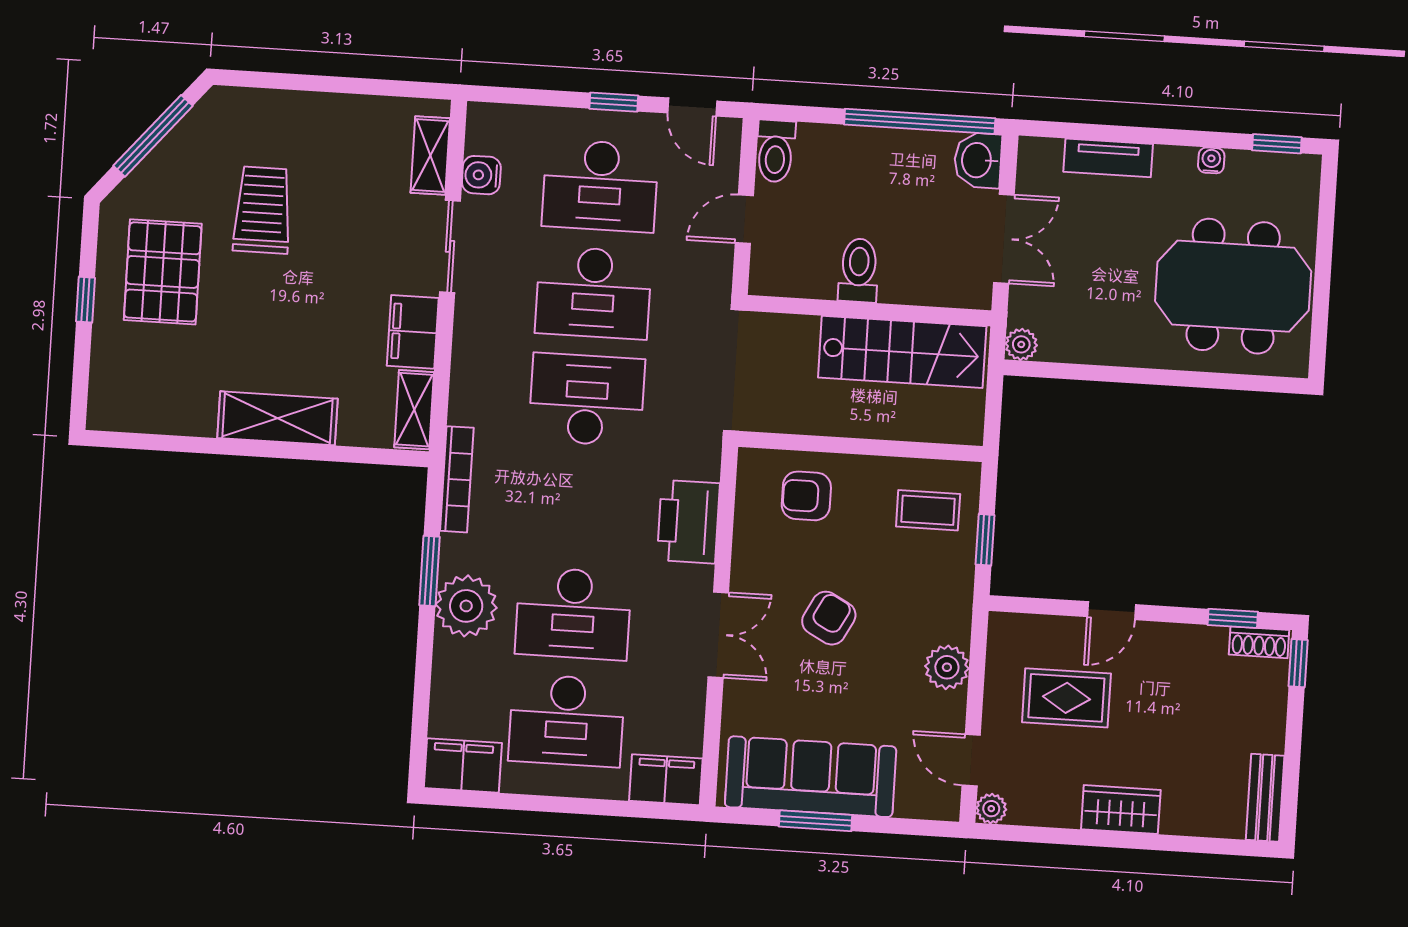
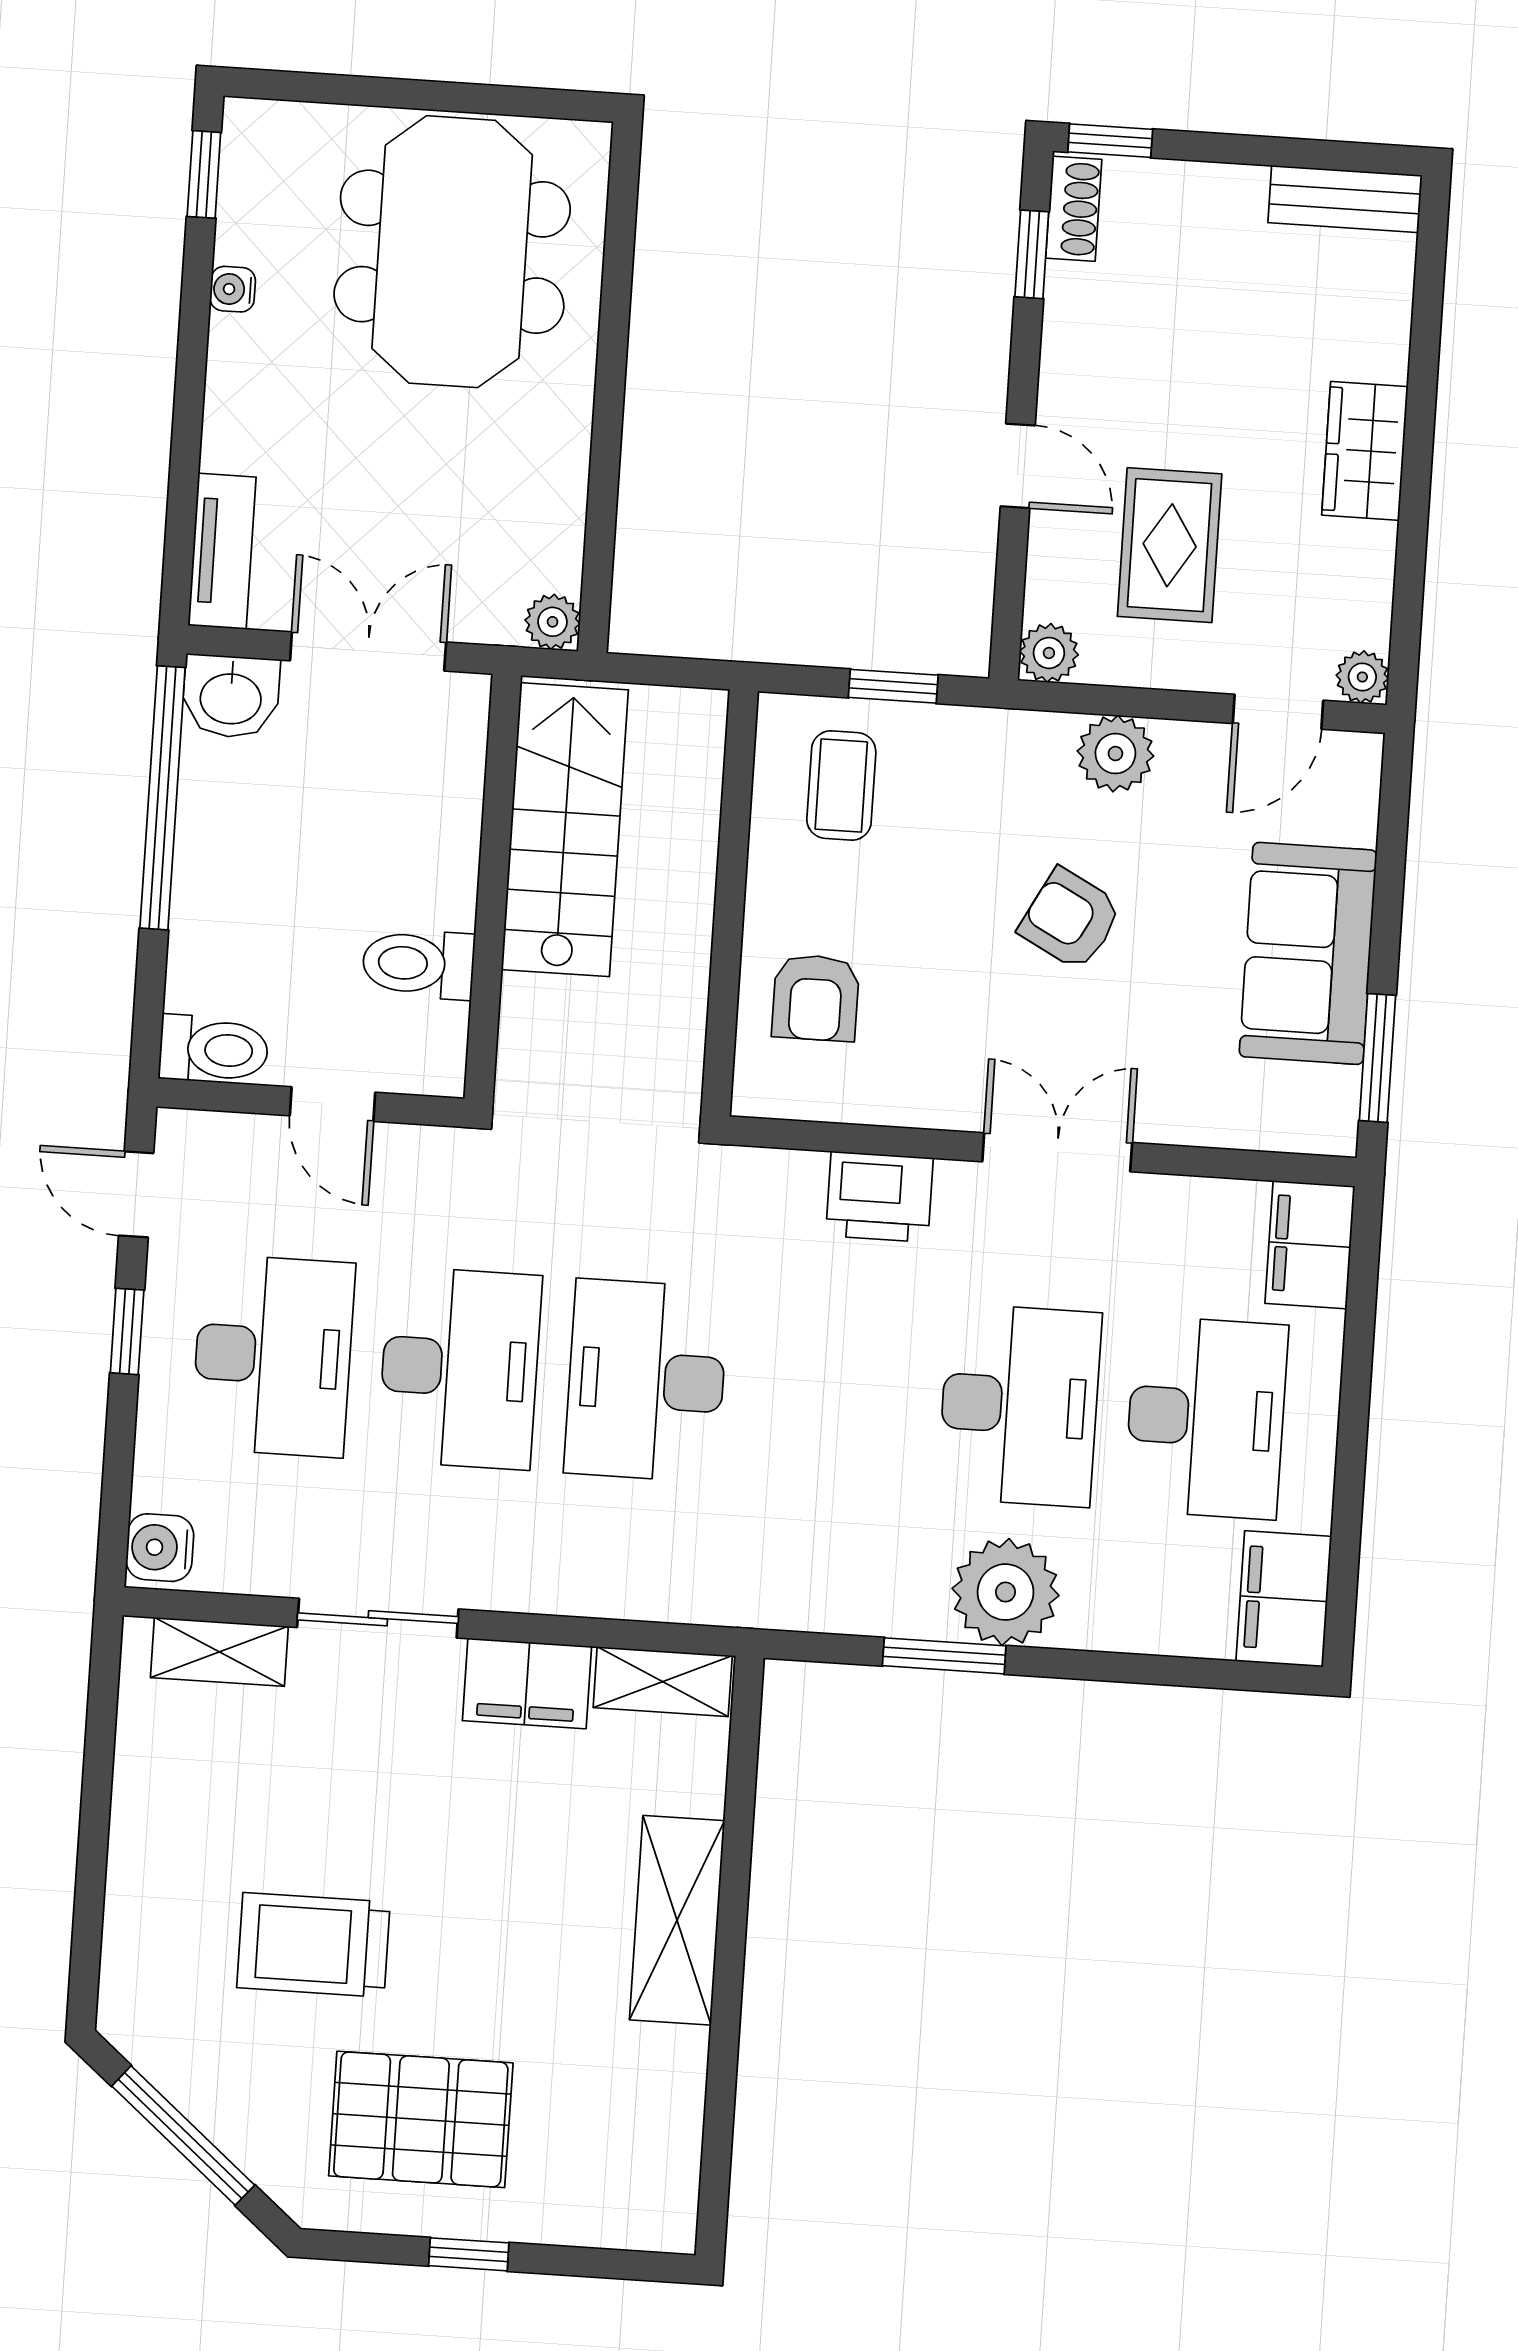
door: (692, 107) -> (136, 1194), swing flipped
tv unit: (1108, 158) -> (222, 551), moved
water cooler: (481, 175) -> (160, 1548), moved, turned 90
toilet: (859, 270) -> (418, 964), moved
bookcase: (457, 479) -> (785, 1608), removed
printer: (688, 522) -> (879, 1197), width x0.73, depth x0.84
armchair: (829, 618) -> (1070, 919), moved
plant: (1004, 629) -> (1049, 653), added
sofa: (811, 777) -> (1308, 953), width x0.73
window: (816, 821) -> (1377, 1058), moved

